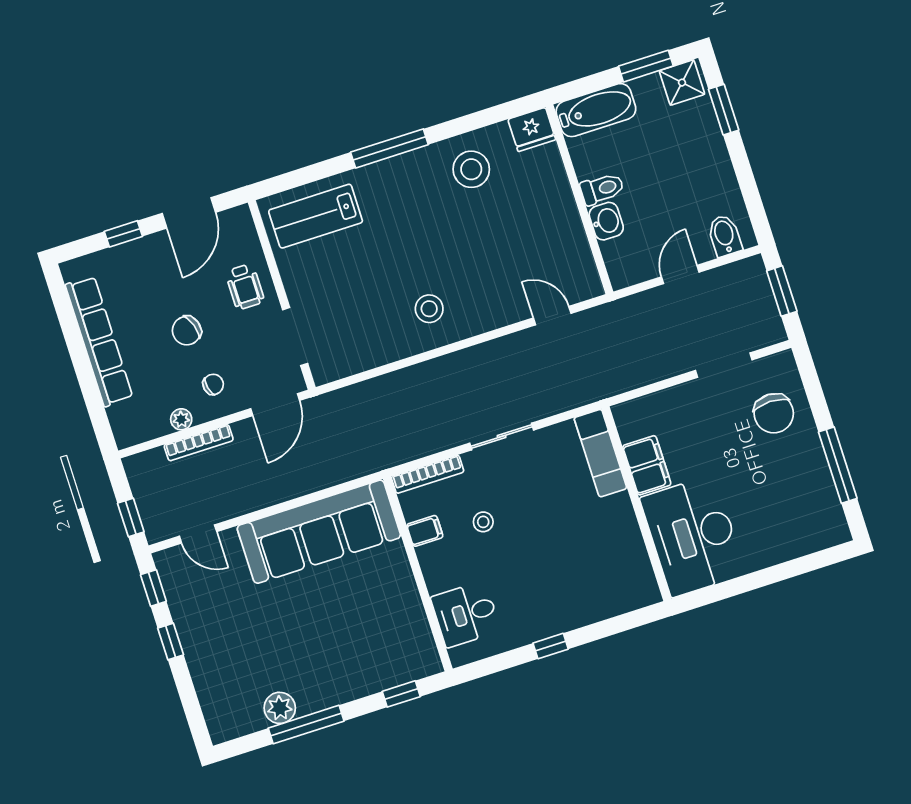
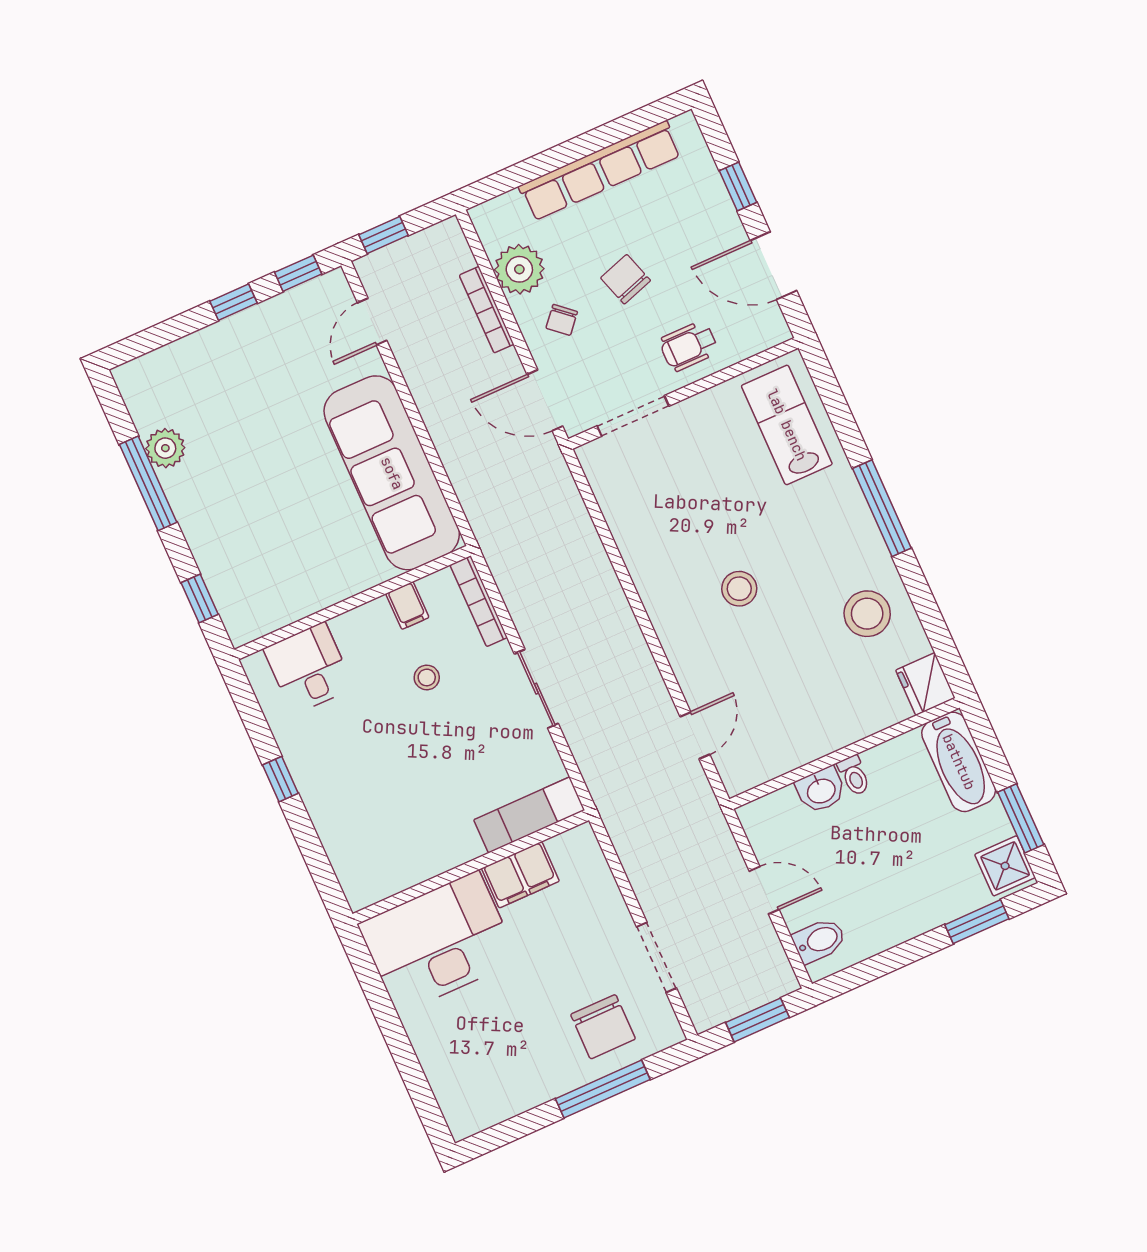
toilet: (602, 189) -> (854, 775), width x0.73, depth x0.72
stool: (429, 309) -> (739, 589), moved
chair: (213, 384) -> (562, 320), turned 53
chair: (774, 413) -> (603, 1027), turned -90
plant: (181, 419) -> (519, 269), width x1.88, depth x1.88
window: (838, 465) -> (603, 1089), moved

